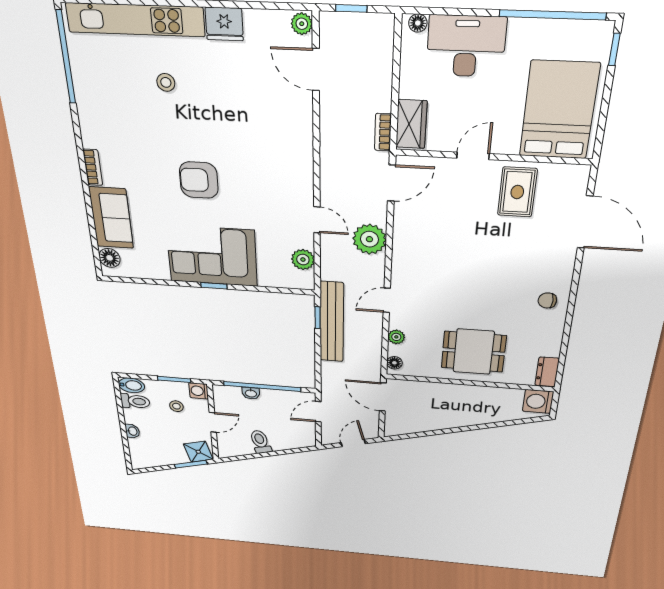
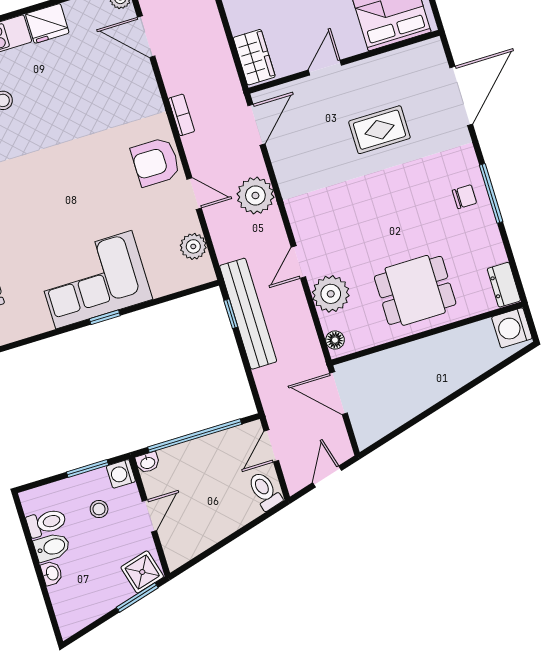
bookcase: (383, 132) -> (181, 115), moved, turned 180
armchair: (199, 180) -> (156, 162), moved
rug: (517, 192) -> (379, 130), moved, turned 90
door: (585, 222) -> (461, 96), hinge flipped
chair: (547, 300) -> (464, 197), turned 180
window: (571, 306) -> (491, 193), added
plant: (396, 337) -> (331, 294), width x1.88, depth x1.88
bidet: (131, 385) -> (52, 547), moved
washbasin: (251, 393) -> (148, 462), moved
toilet: (260, 442) -> (265, 491), moved

